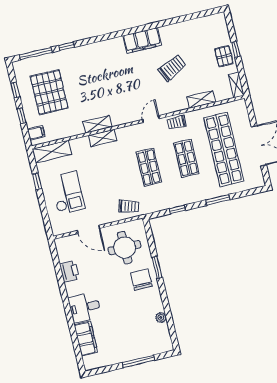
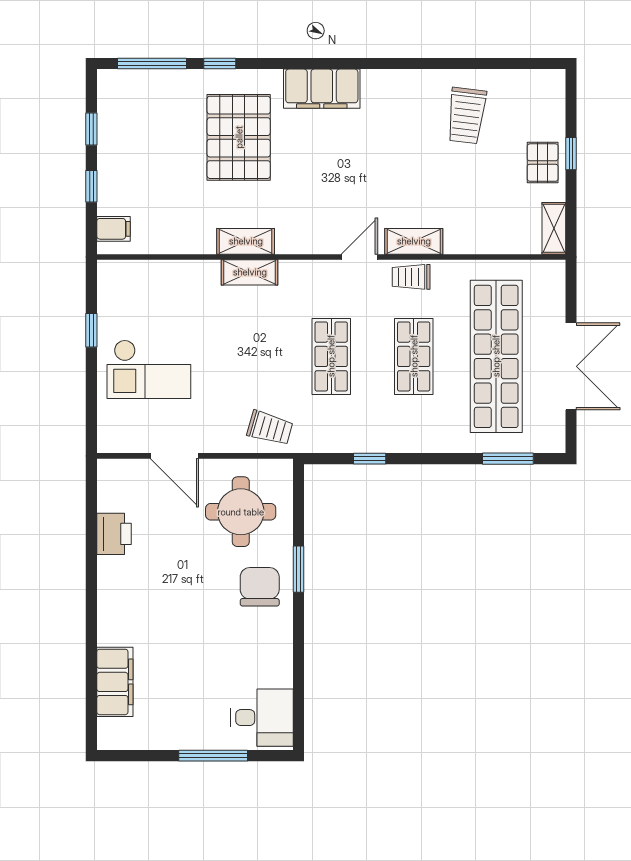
filing cabinet: (142, 40) -> (322, 89), moved
trolley: (172, 68) -> (466, 116), moved, turned 123
pallet: (49, 92) -> (239, 137), moved
shelving: (201, 100) -> (414, 241), moved
shelving: (52, 152) -> (137, 276), removed
checkout: (67, 193) -> (149, 369), turned 90
window: (218, 200) -> (508, 459), moved
desk: (85, 307) -> (262, 718), moved, turned 180
plant: (161, 317) -> (282, 675), removed

